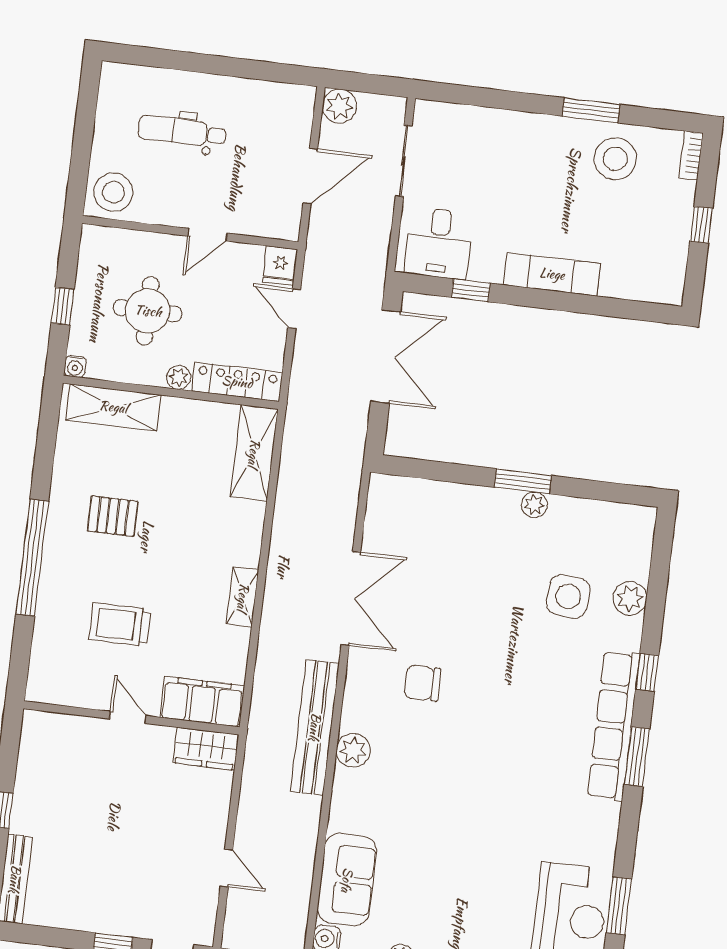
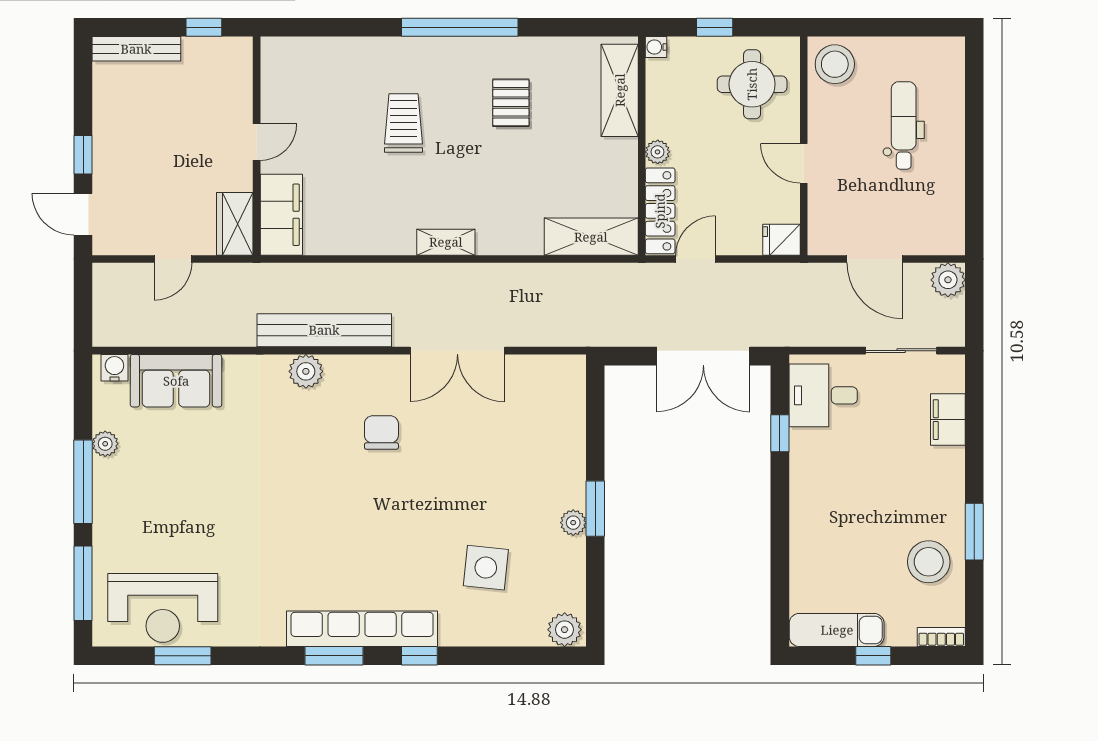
filing cabinet: (477, 123) -> (948, 420), added
exam couch: (552, 274) -> (837, 630), moved, turned -90
door: (294, 309) -> (696, 259), moved
round table: (148, 311) -> (752, 84), moved
plant: (630, 598) -> (565, 630), moved
filing cabinet: (202, 702) -> (281, 215), moved
door: (128, 717) -> (257, 142), moved
wall: (131, 718) -> (257, 146), moved
wardrobe: (206, 749) -> (235, 224), moved

